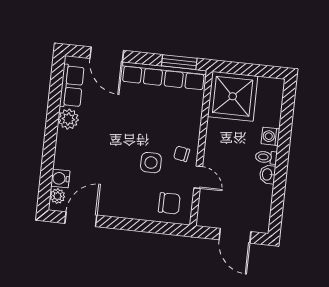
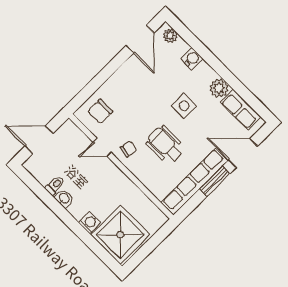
window: (179, 62) -> (215, 181), moved
shower: (233, 96) -> (120, 235), moved
wheelchair: (153, 126) -> (165, 145), added
toilet: (266, 157) -> (55, 185), moved
side table: (151, 163) -> (184, 106), moved
water cooler: (60, 179) -> (192, 59), moved

